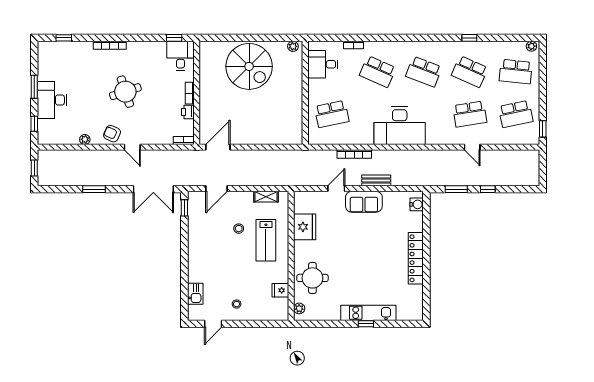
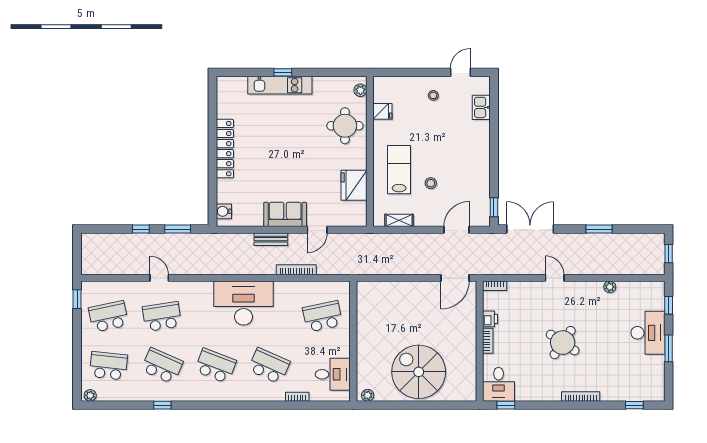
round table: (125, 92) -> (563, 343), turned -38
armchair: (112, 134) -> (578, 294), removed

